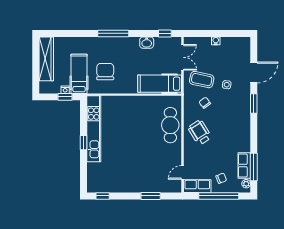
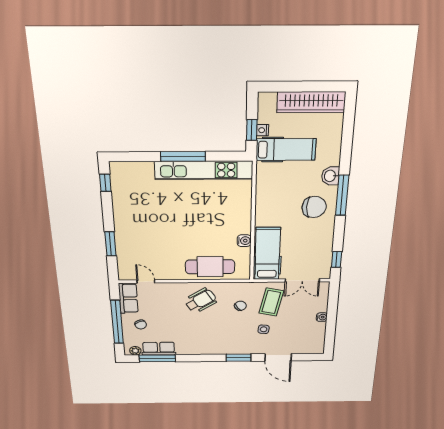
washbasin: (147, 43) -> (330, 176), moved
chair: (105, 72) -> (314, 207), moved
water cooler: (149, 101) -> (244, 241), added
window: (84, 143) -> (183, 156), width x2.17

